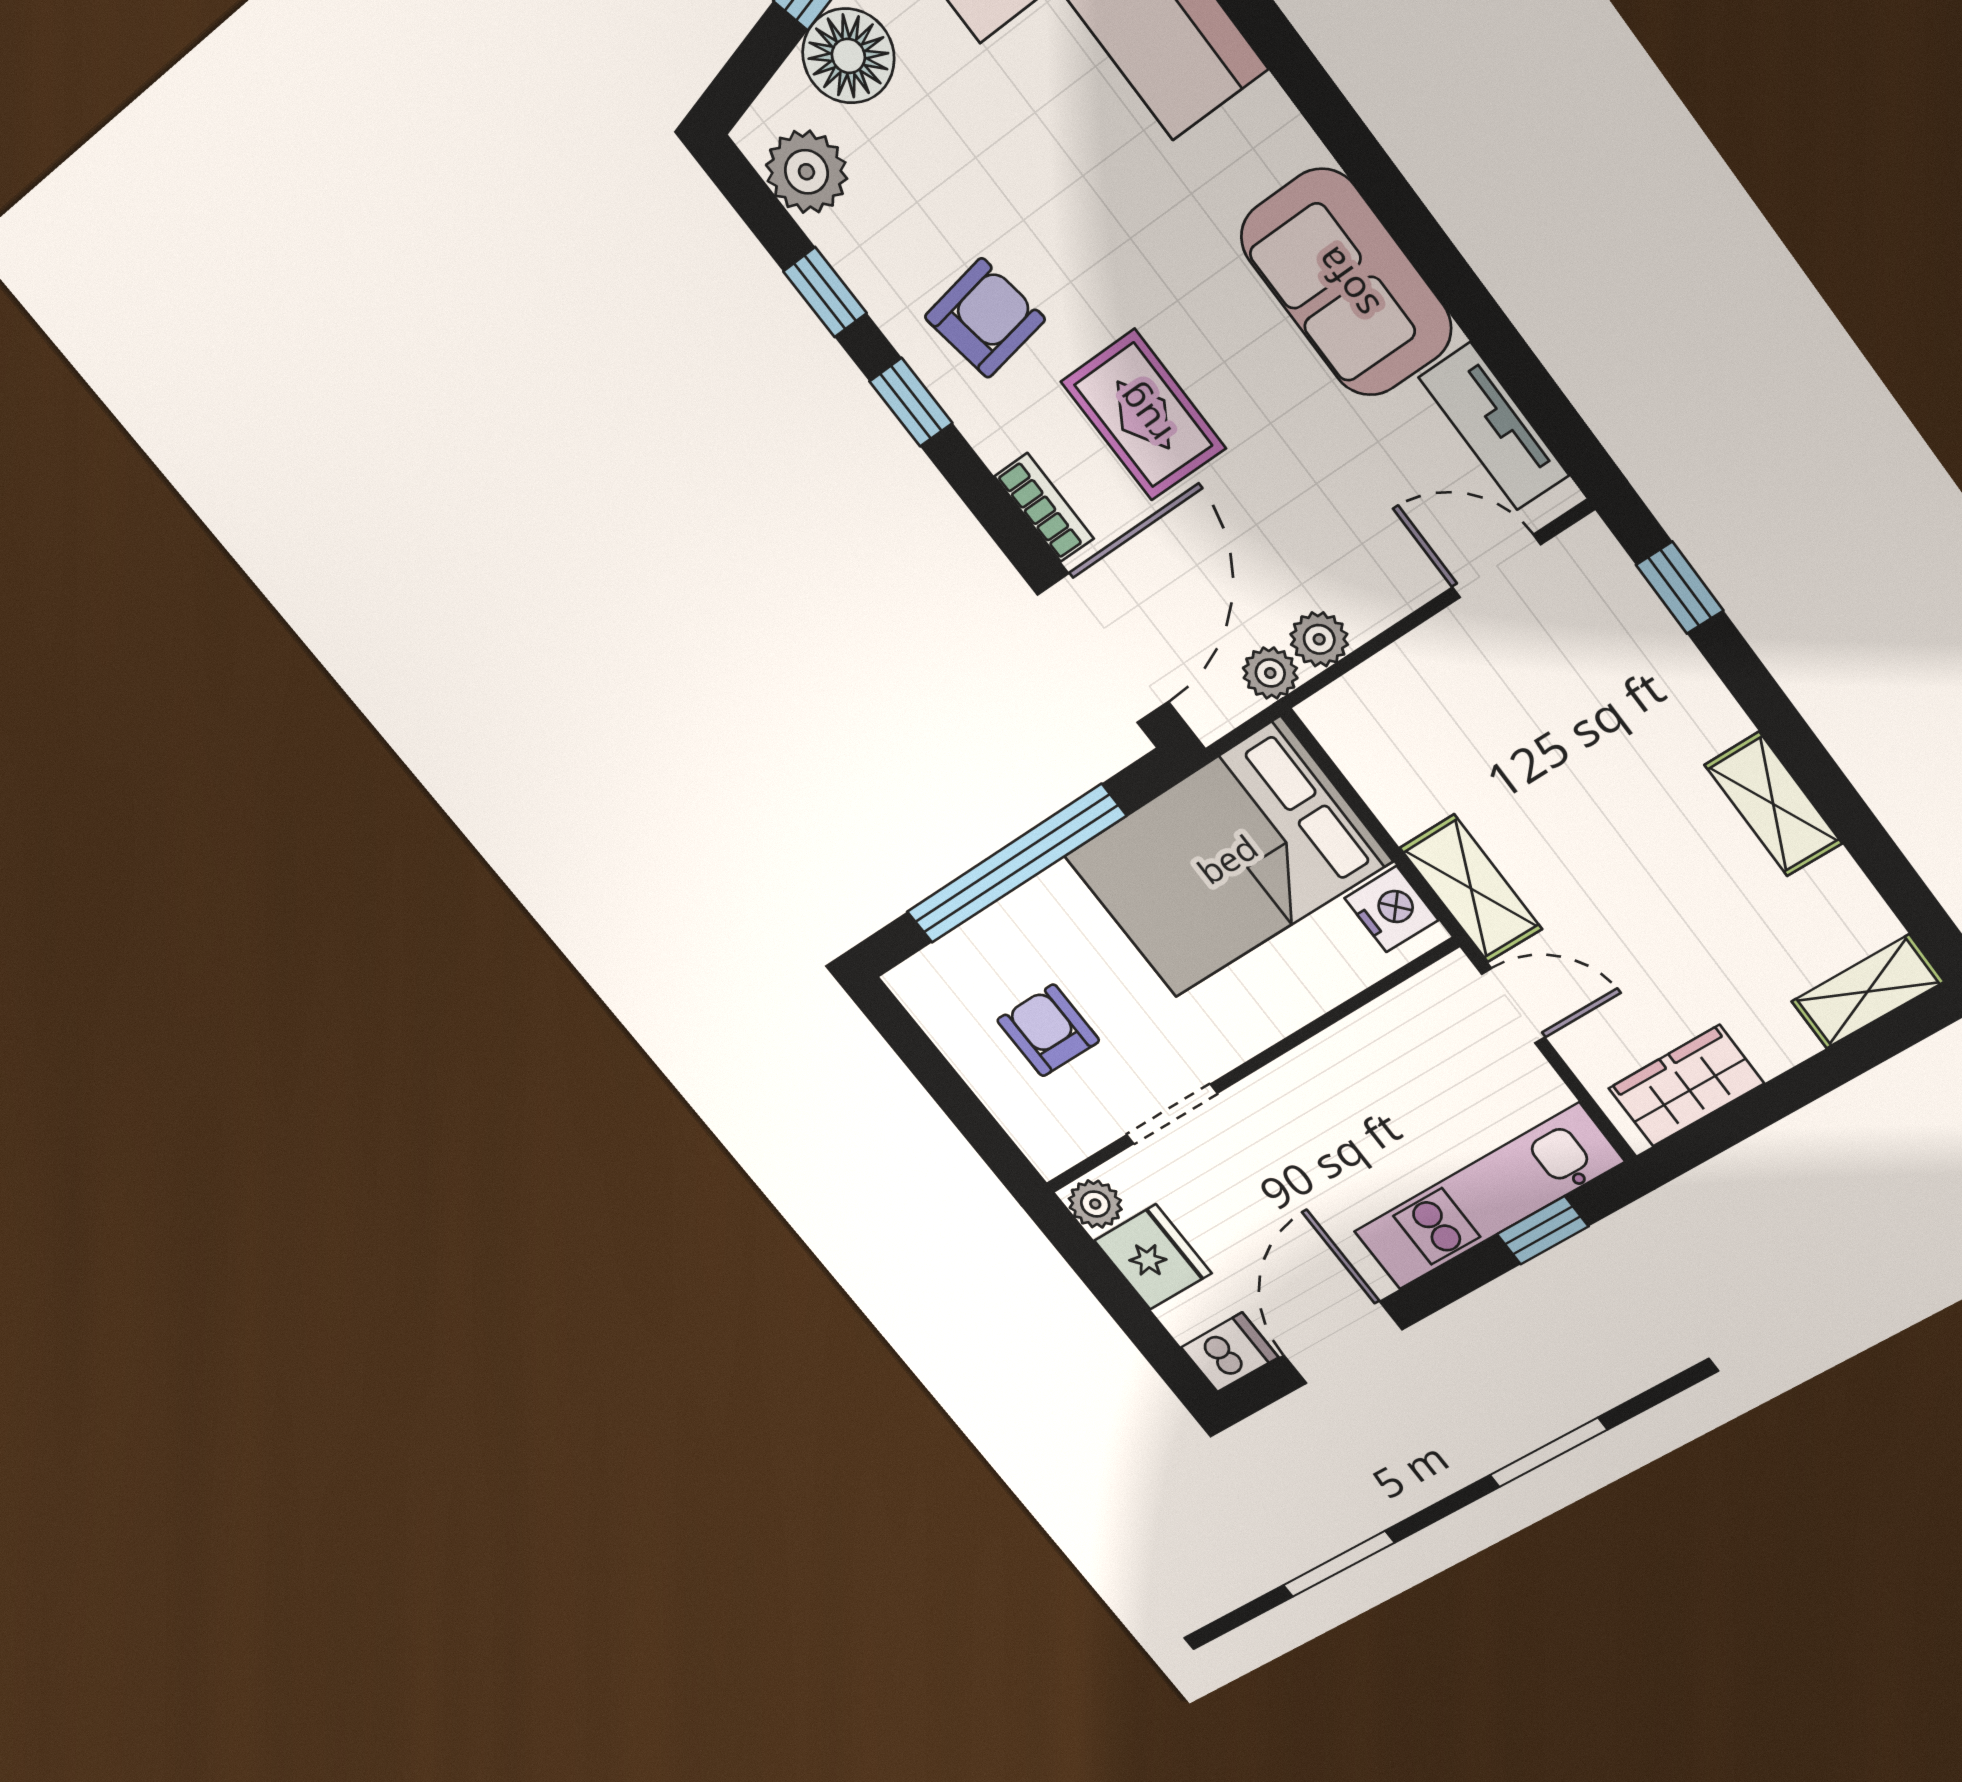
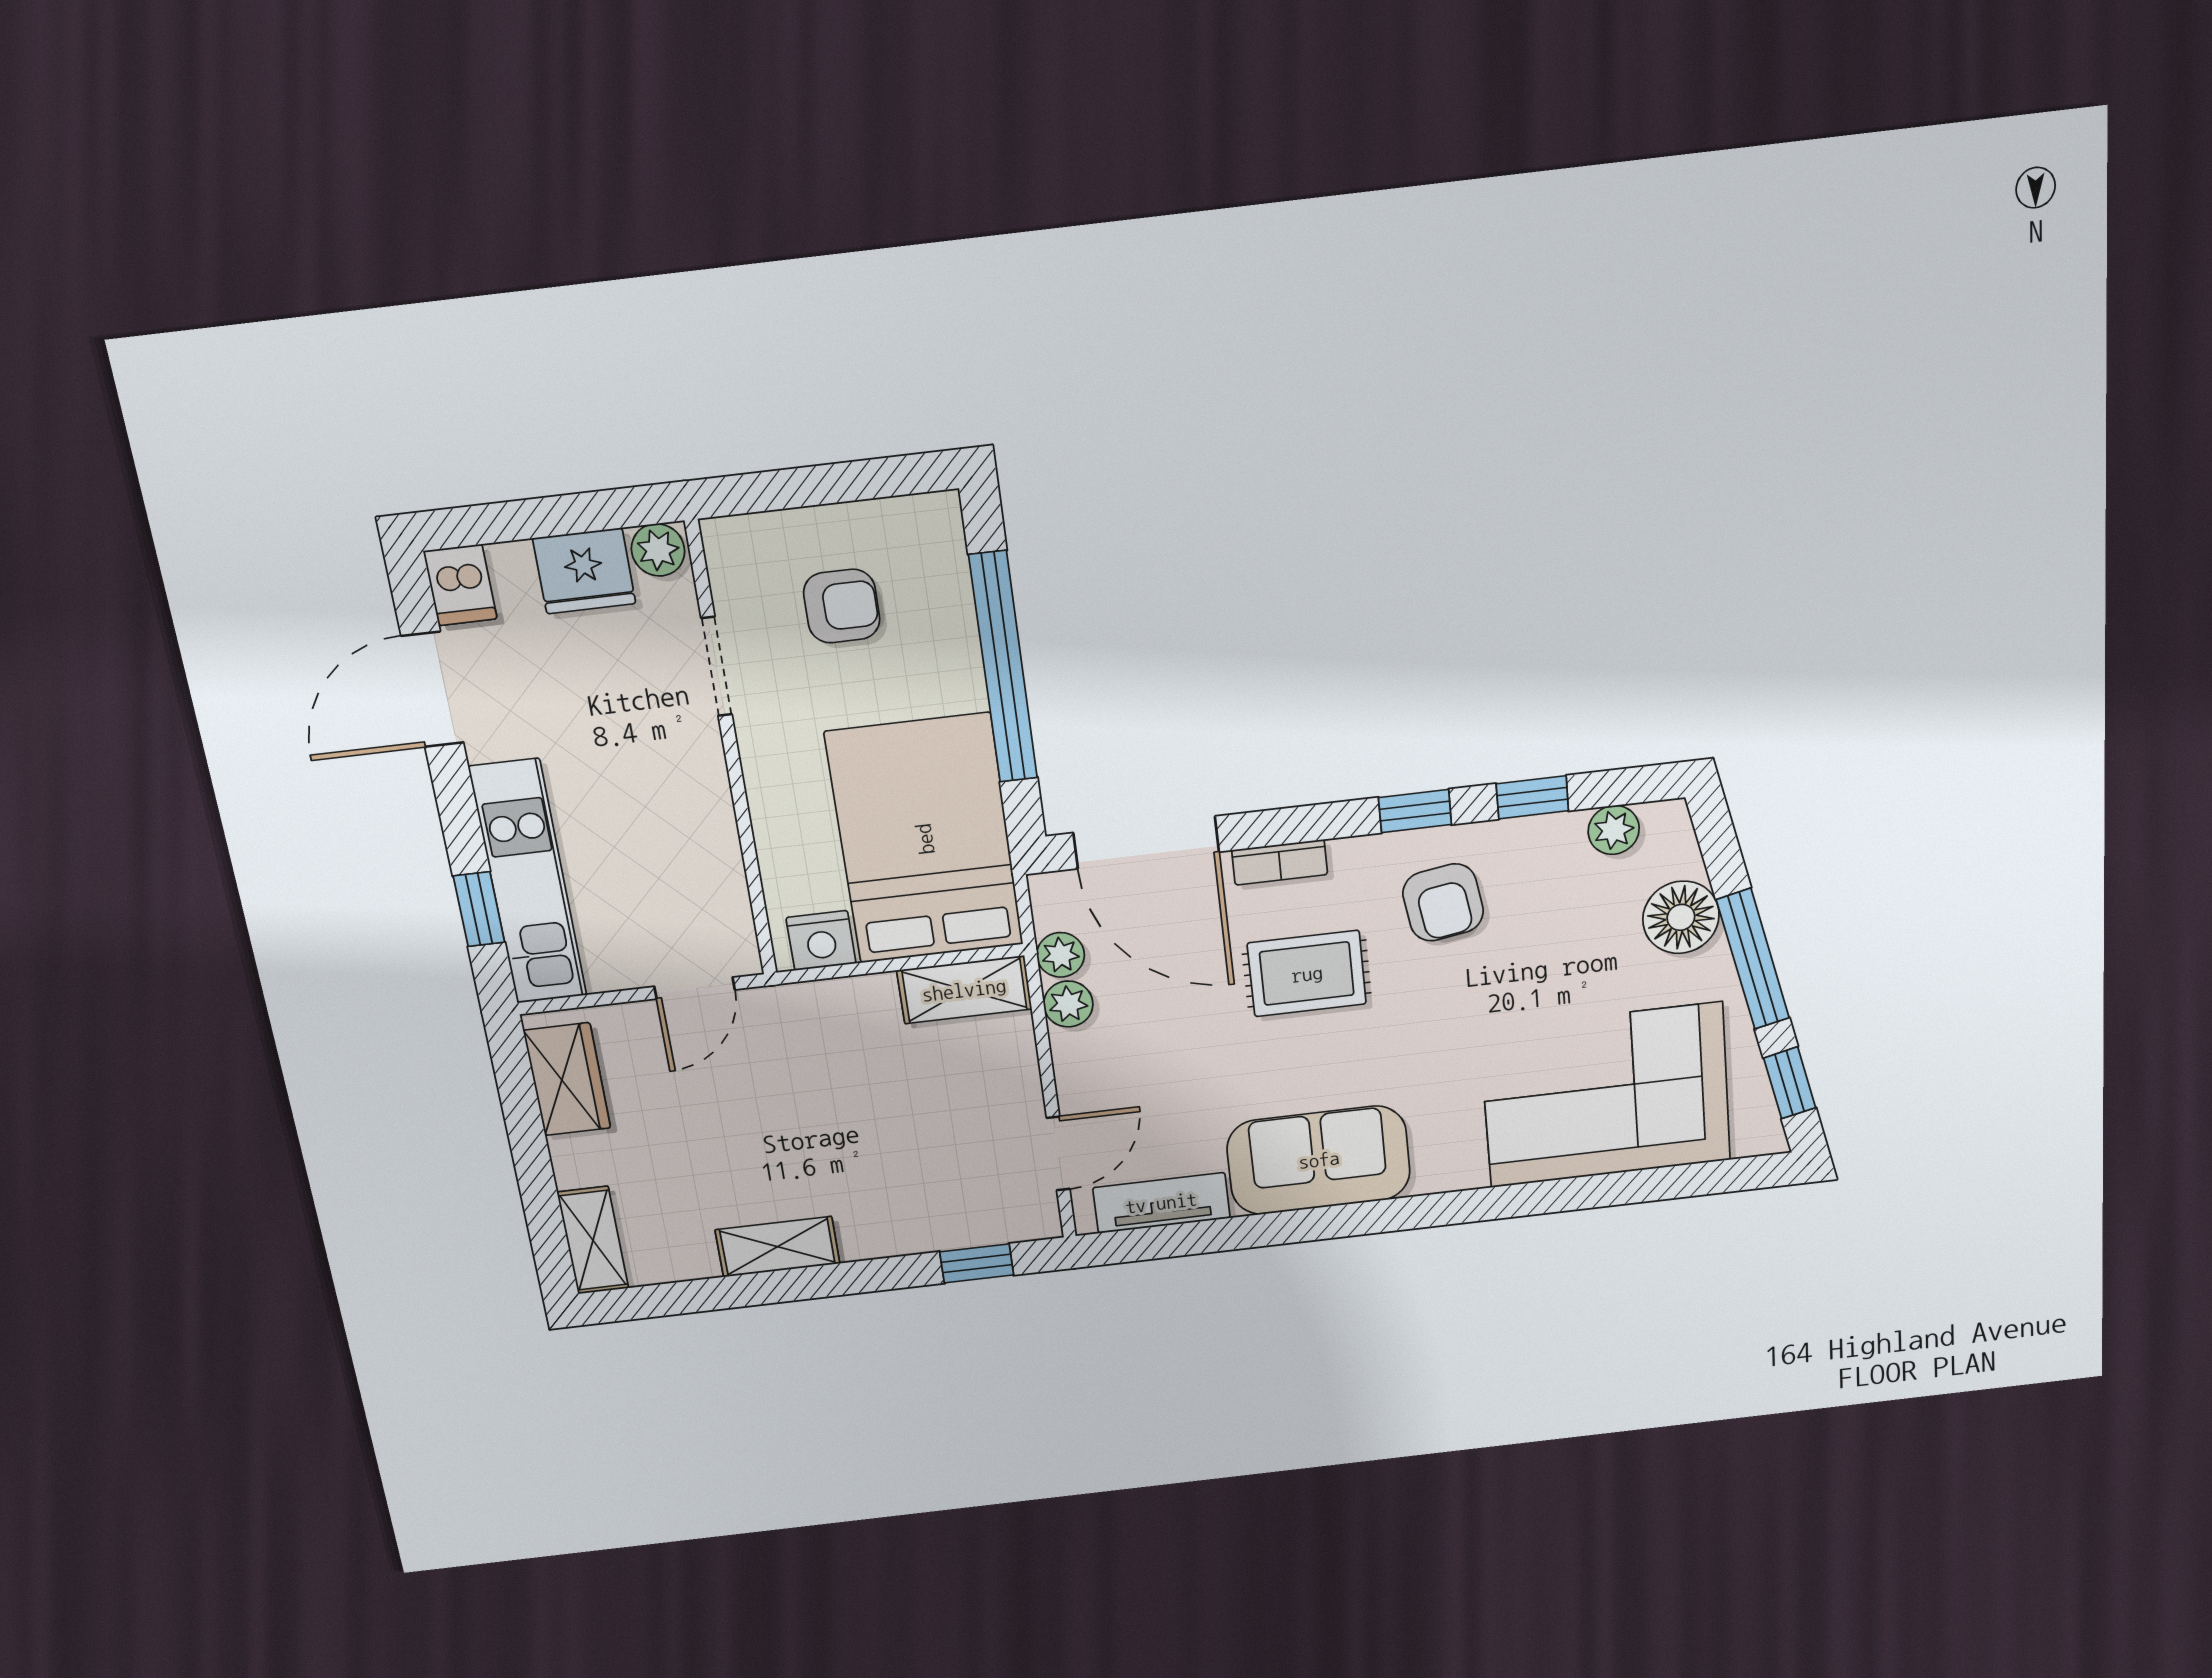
plant: (806, 172) -> (1614, 830), width x0.73, depth x0.73
shelving: (1471, 889) -> (964, 990), moved
door: (1343, 1343) -> (433, 690), swing flipped

